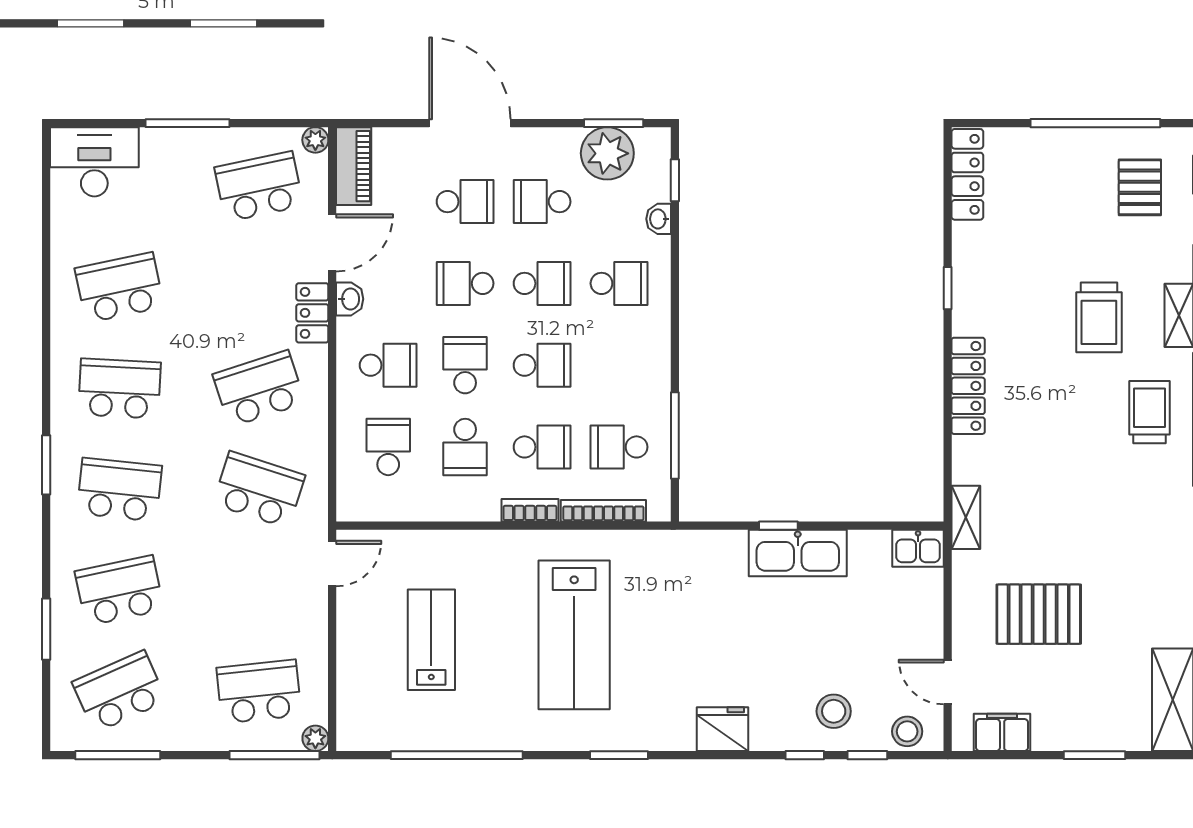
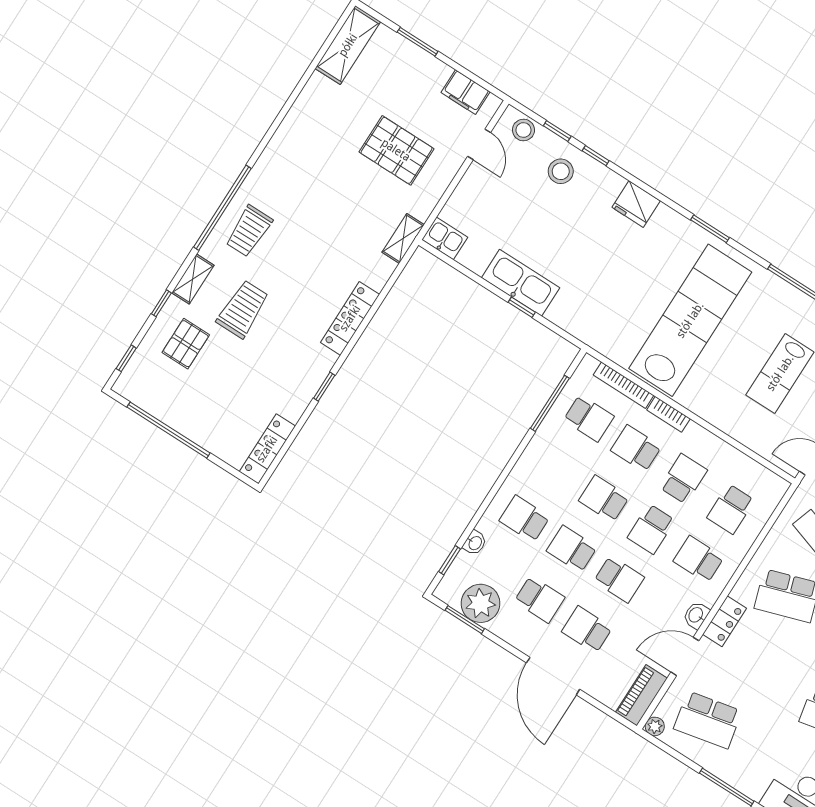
pallet: (1140, 187) -> (186, 344), moved
lab bench: (574, 635) -> (690, 320), width x1.36

